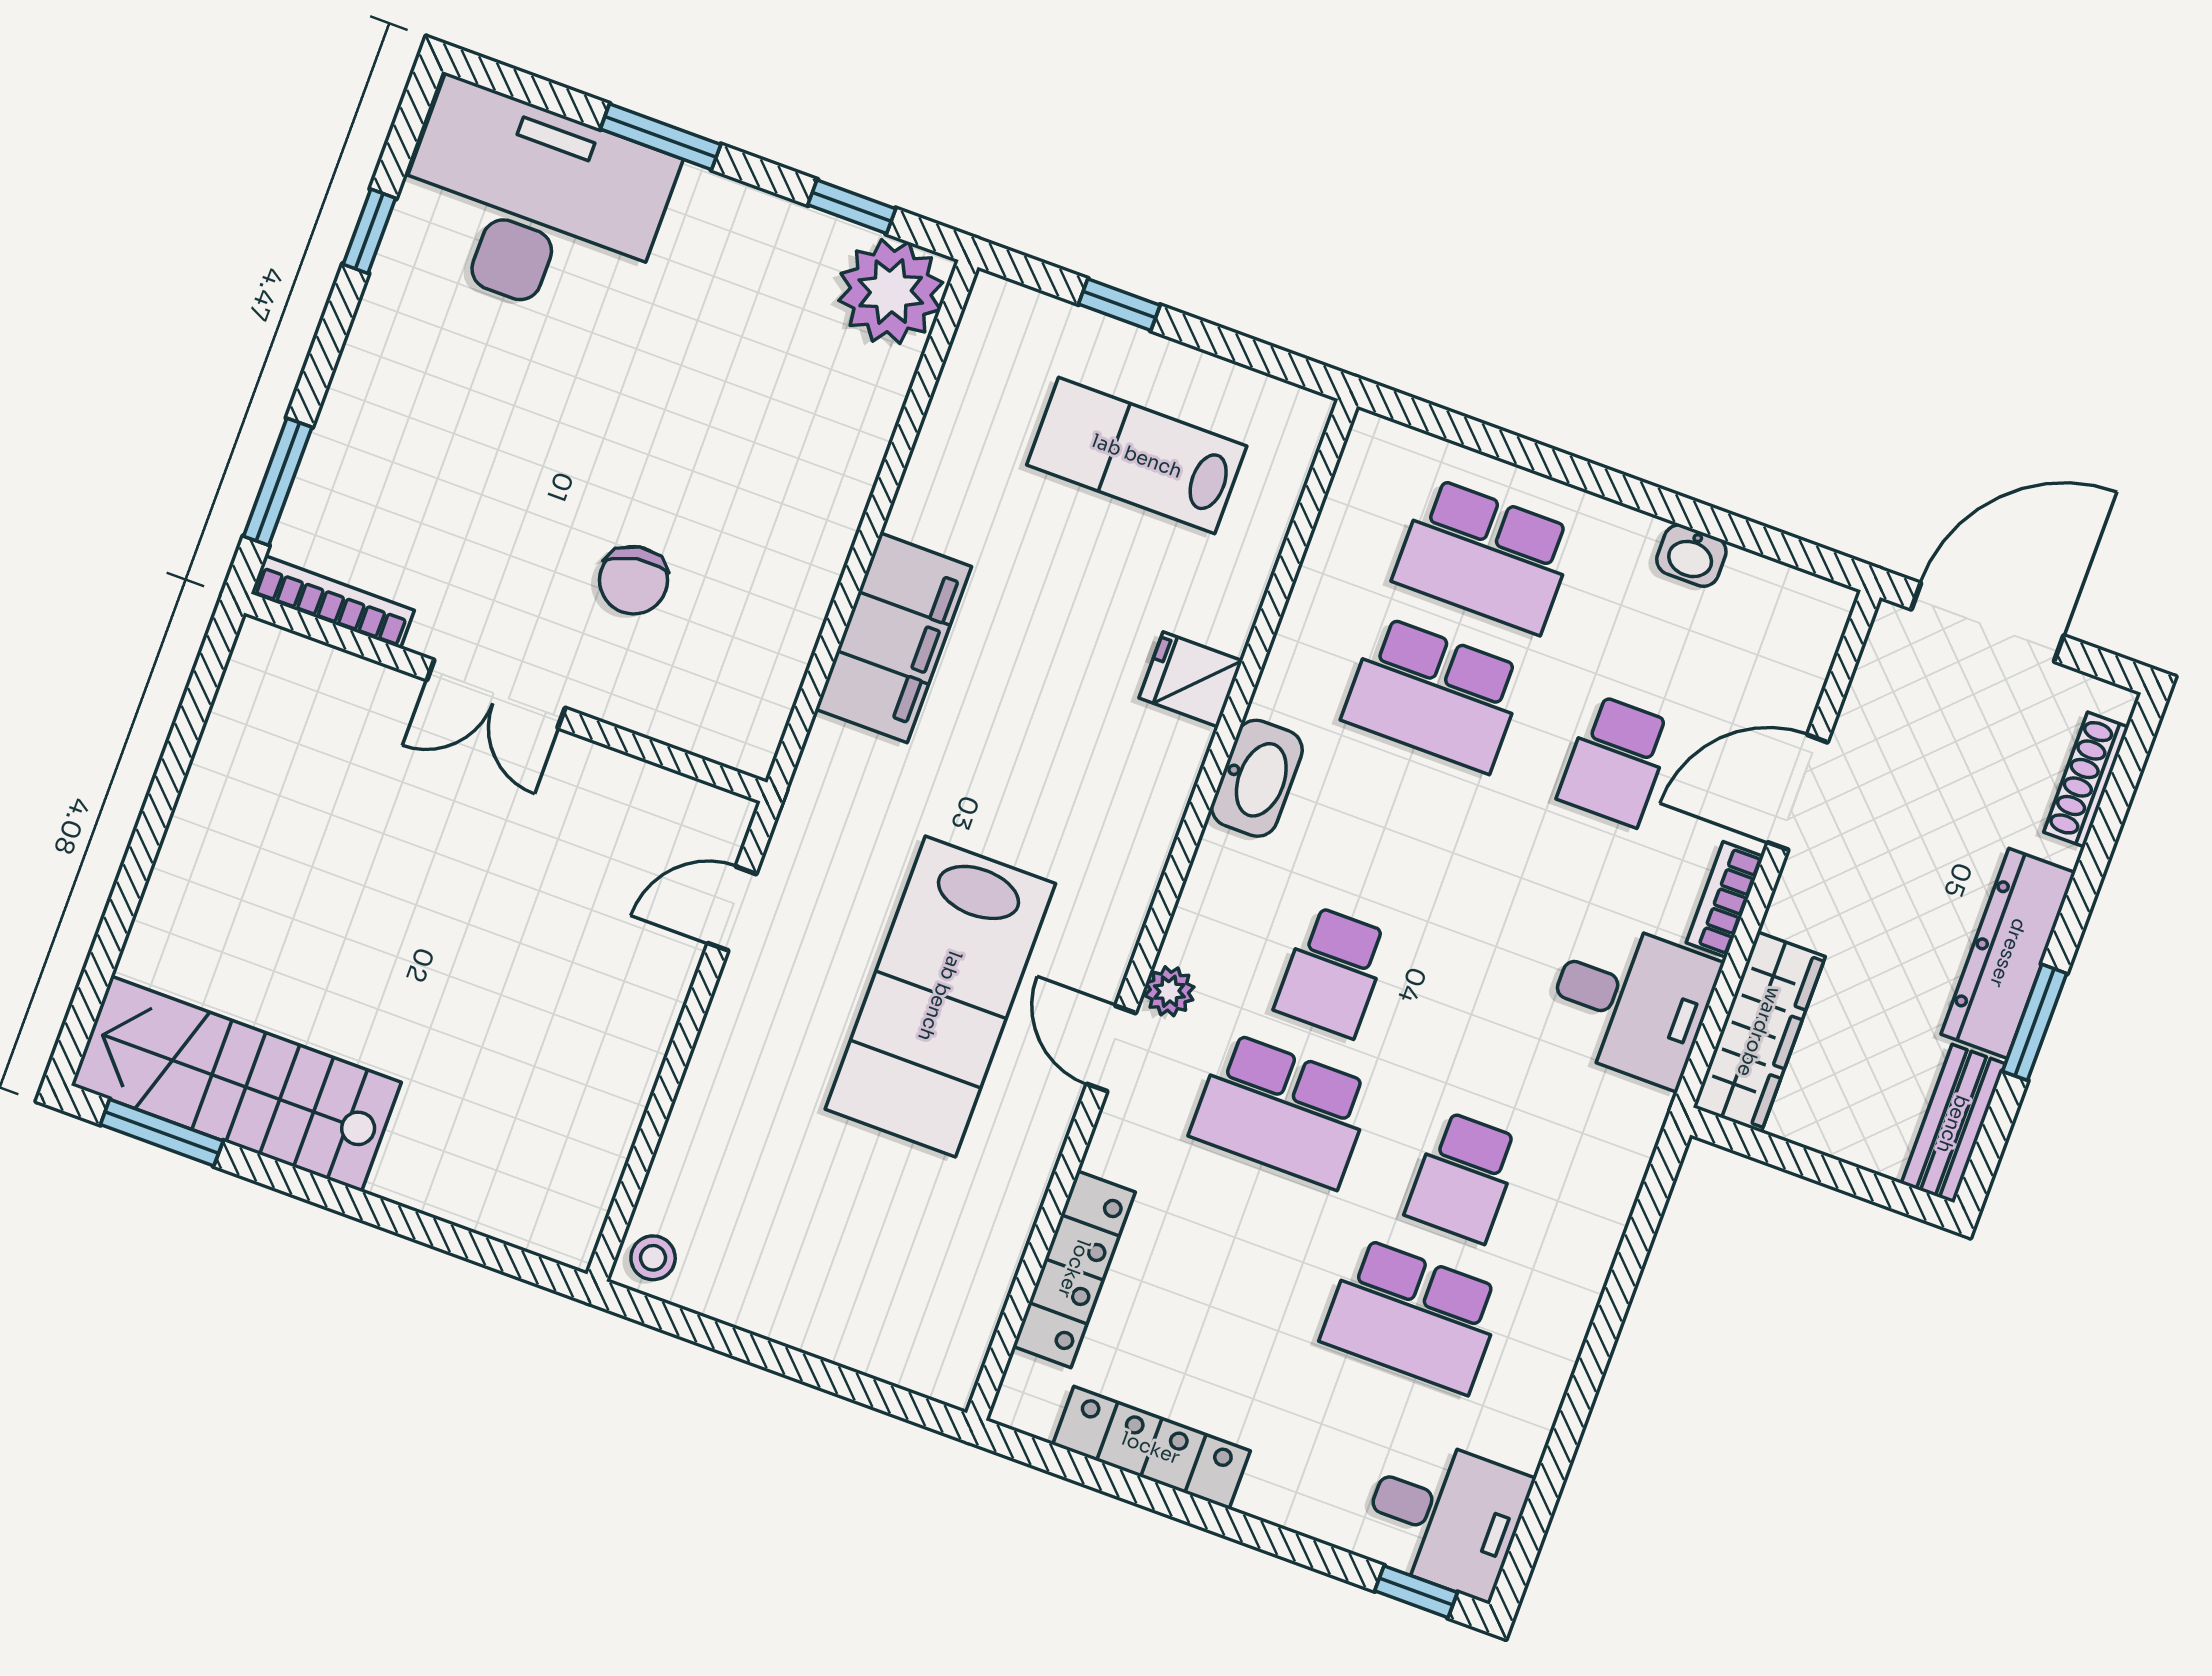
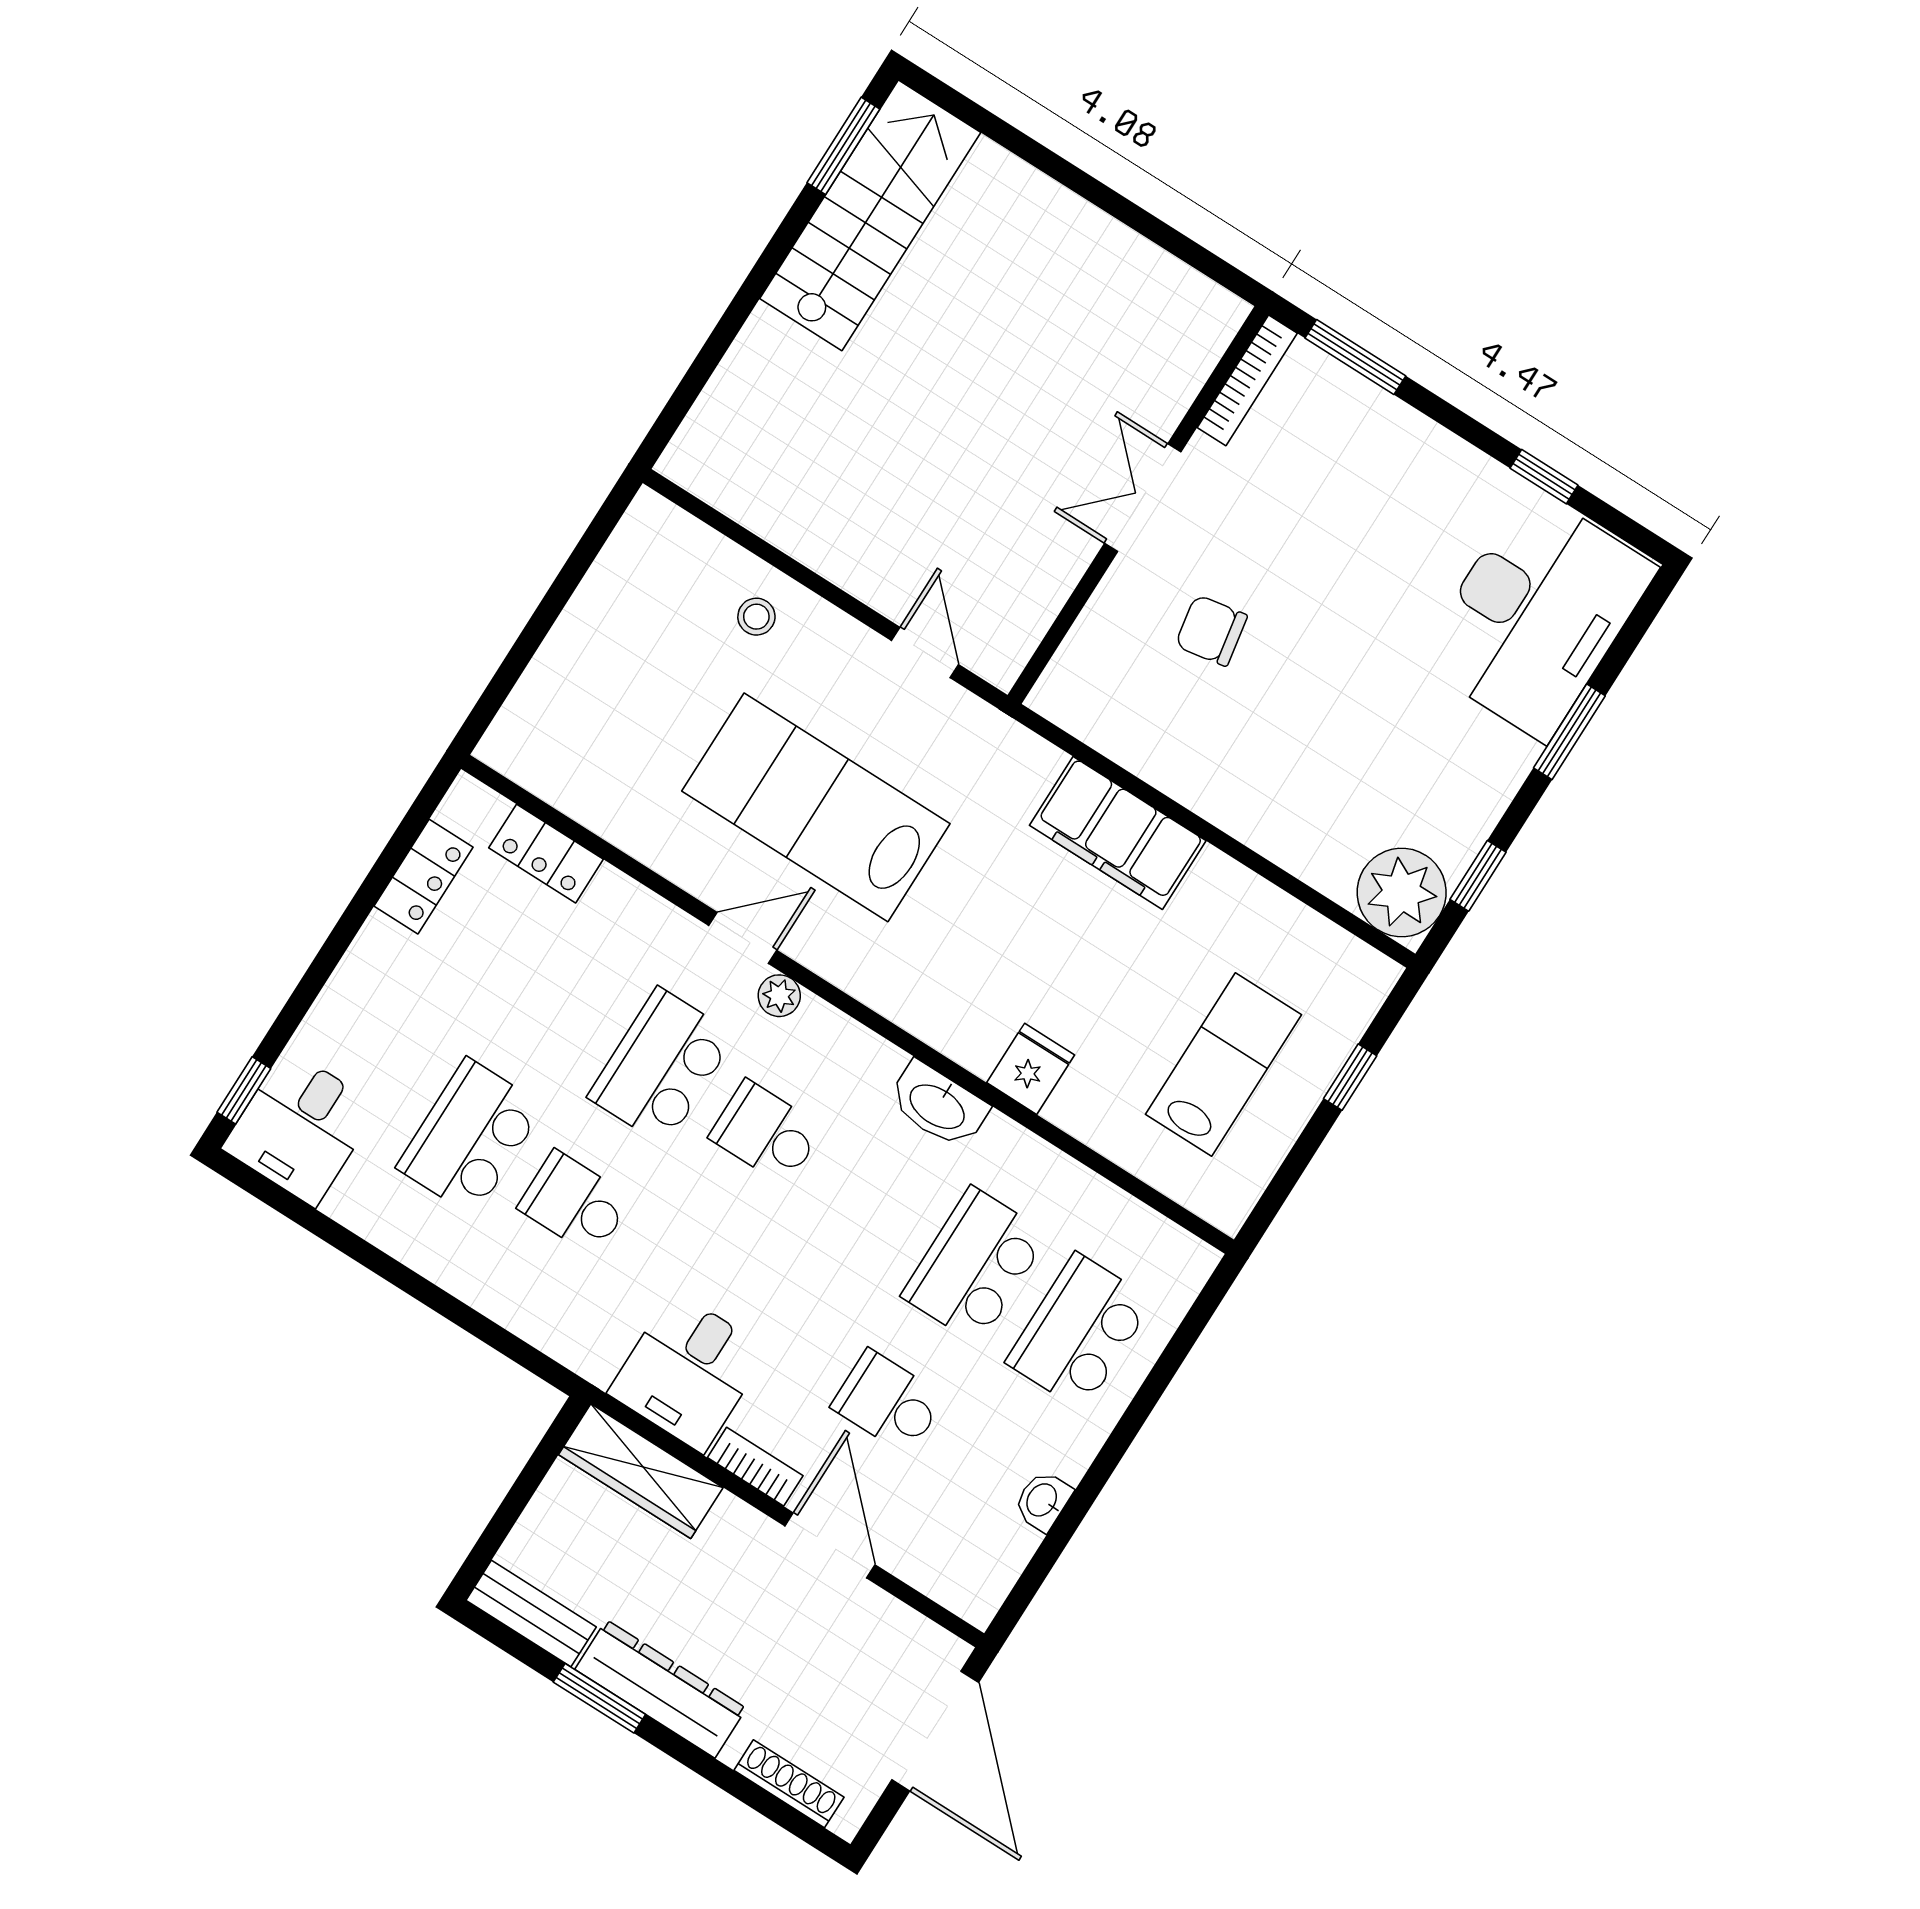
stool: (653, 1258) -> (756, 617), moved
locker: (1074, 1269) -> (546, 854), width x0.66
locker: (1151, 1448) -> (424, 877), width x0.66

